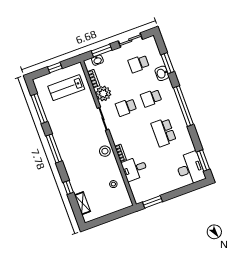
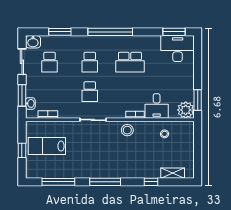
washbasin: (162, 73) -> (33, 42), moved
lab bench: (66, 88) -> (47, 146), turned 90
plant: (103, 93) -> (186, 110), moved

